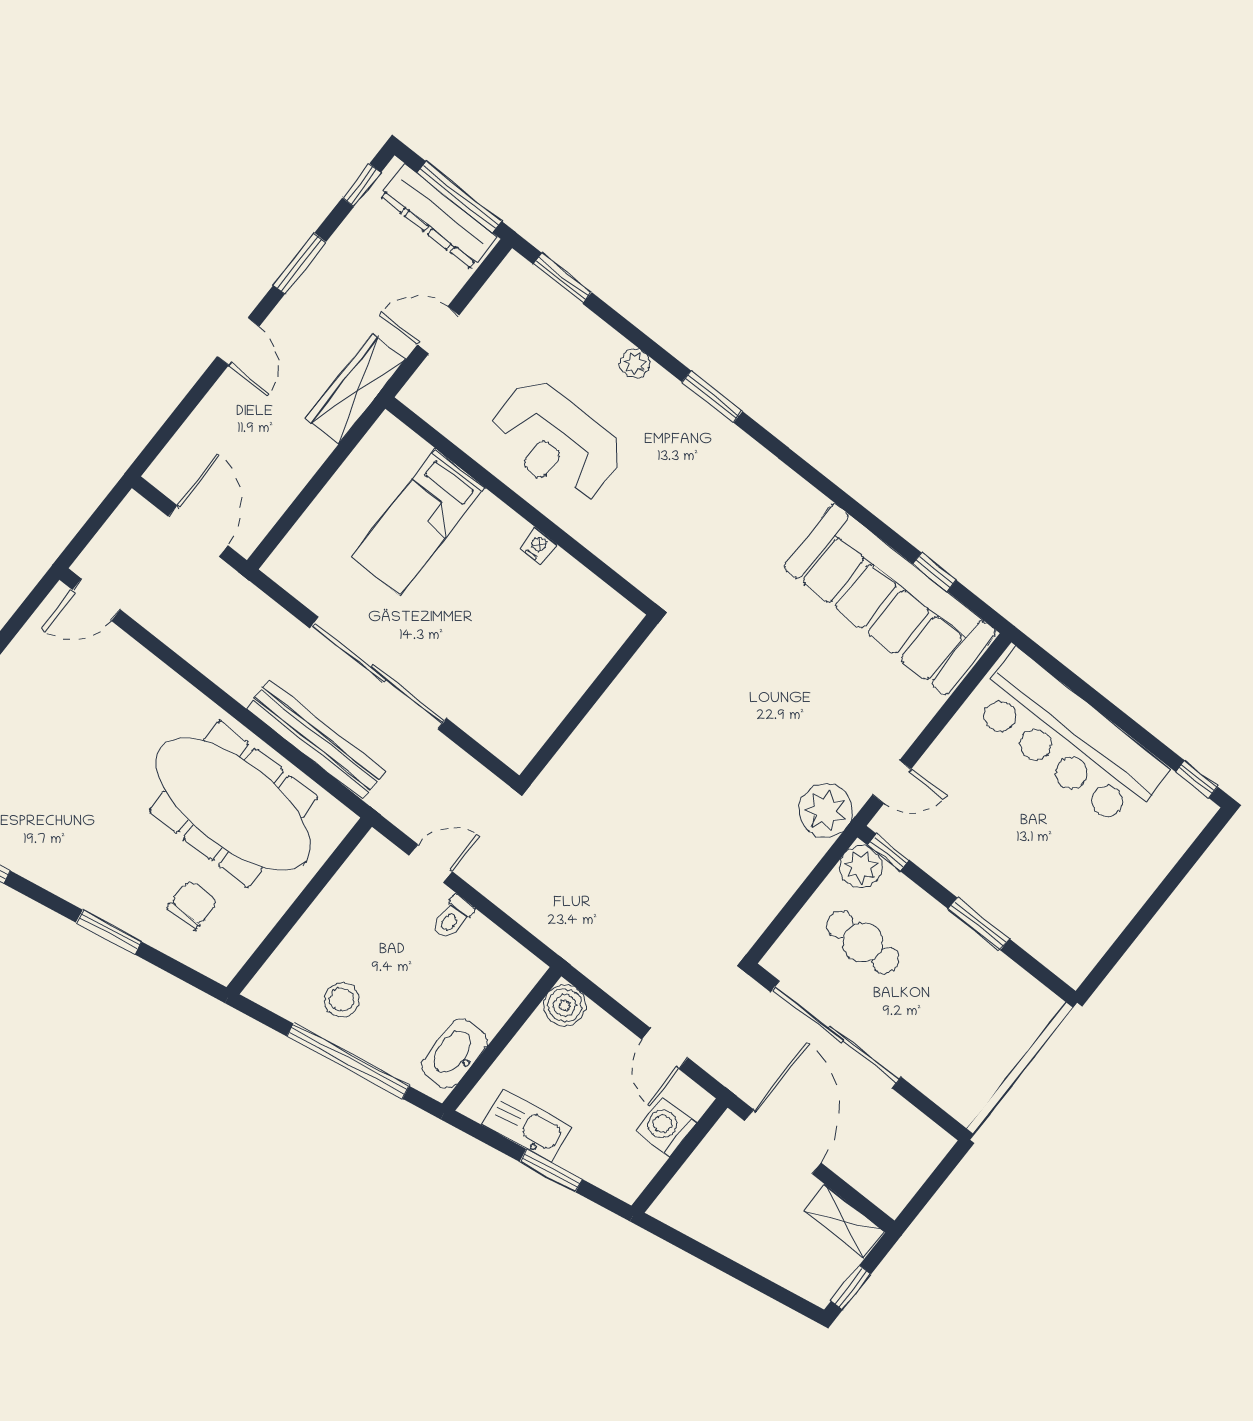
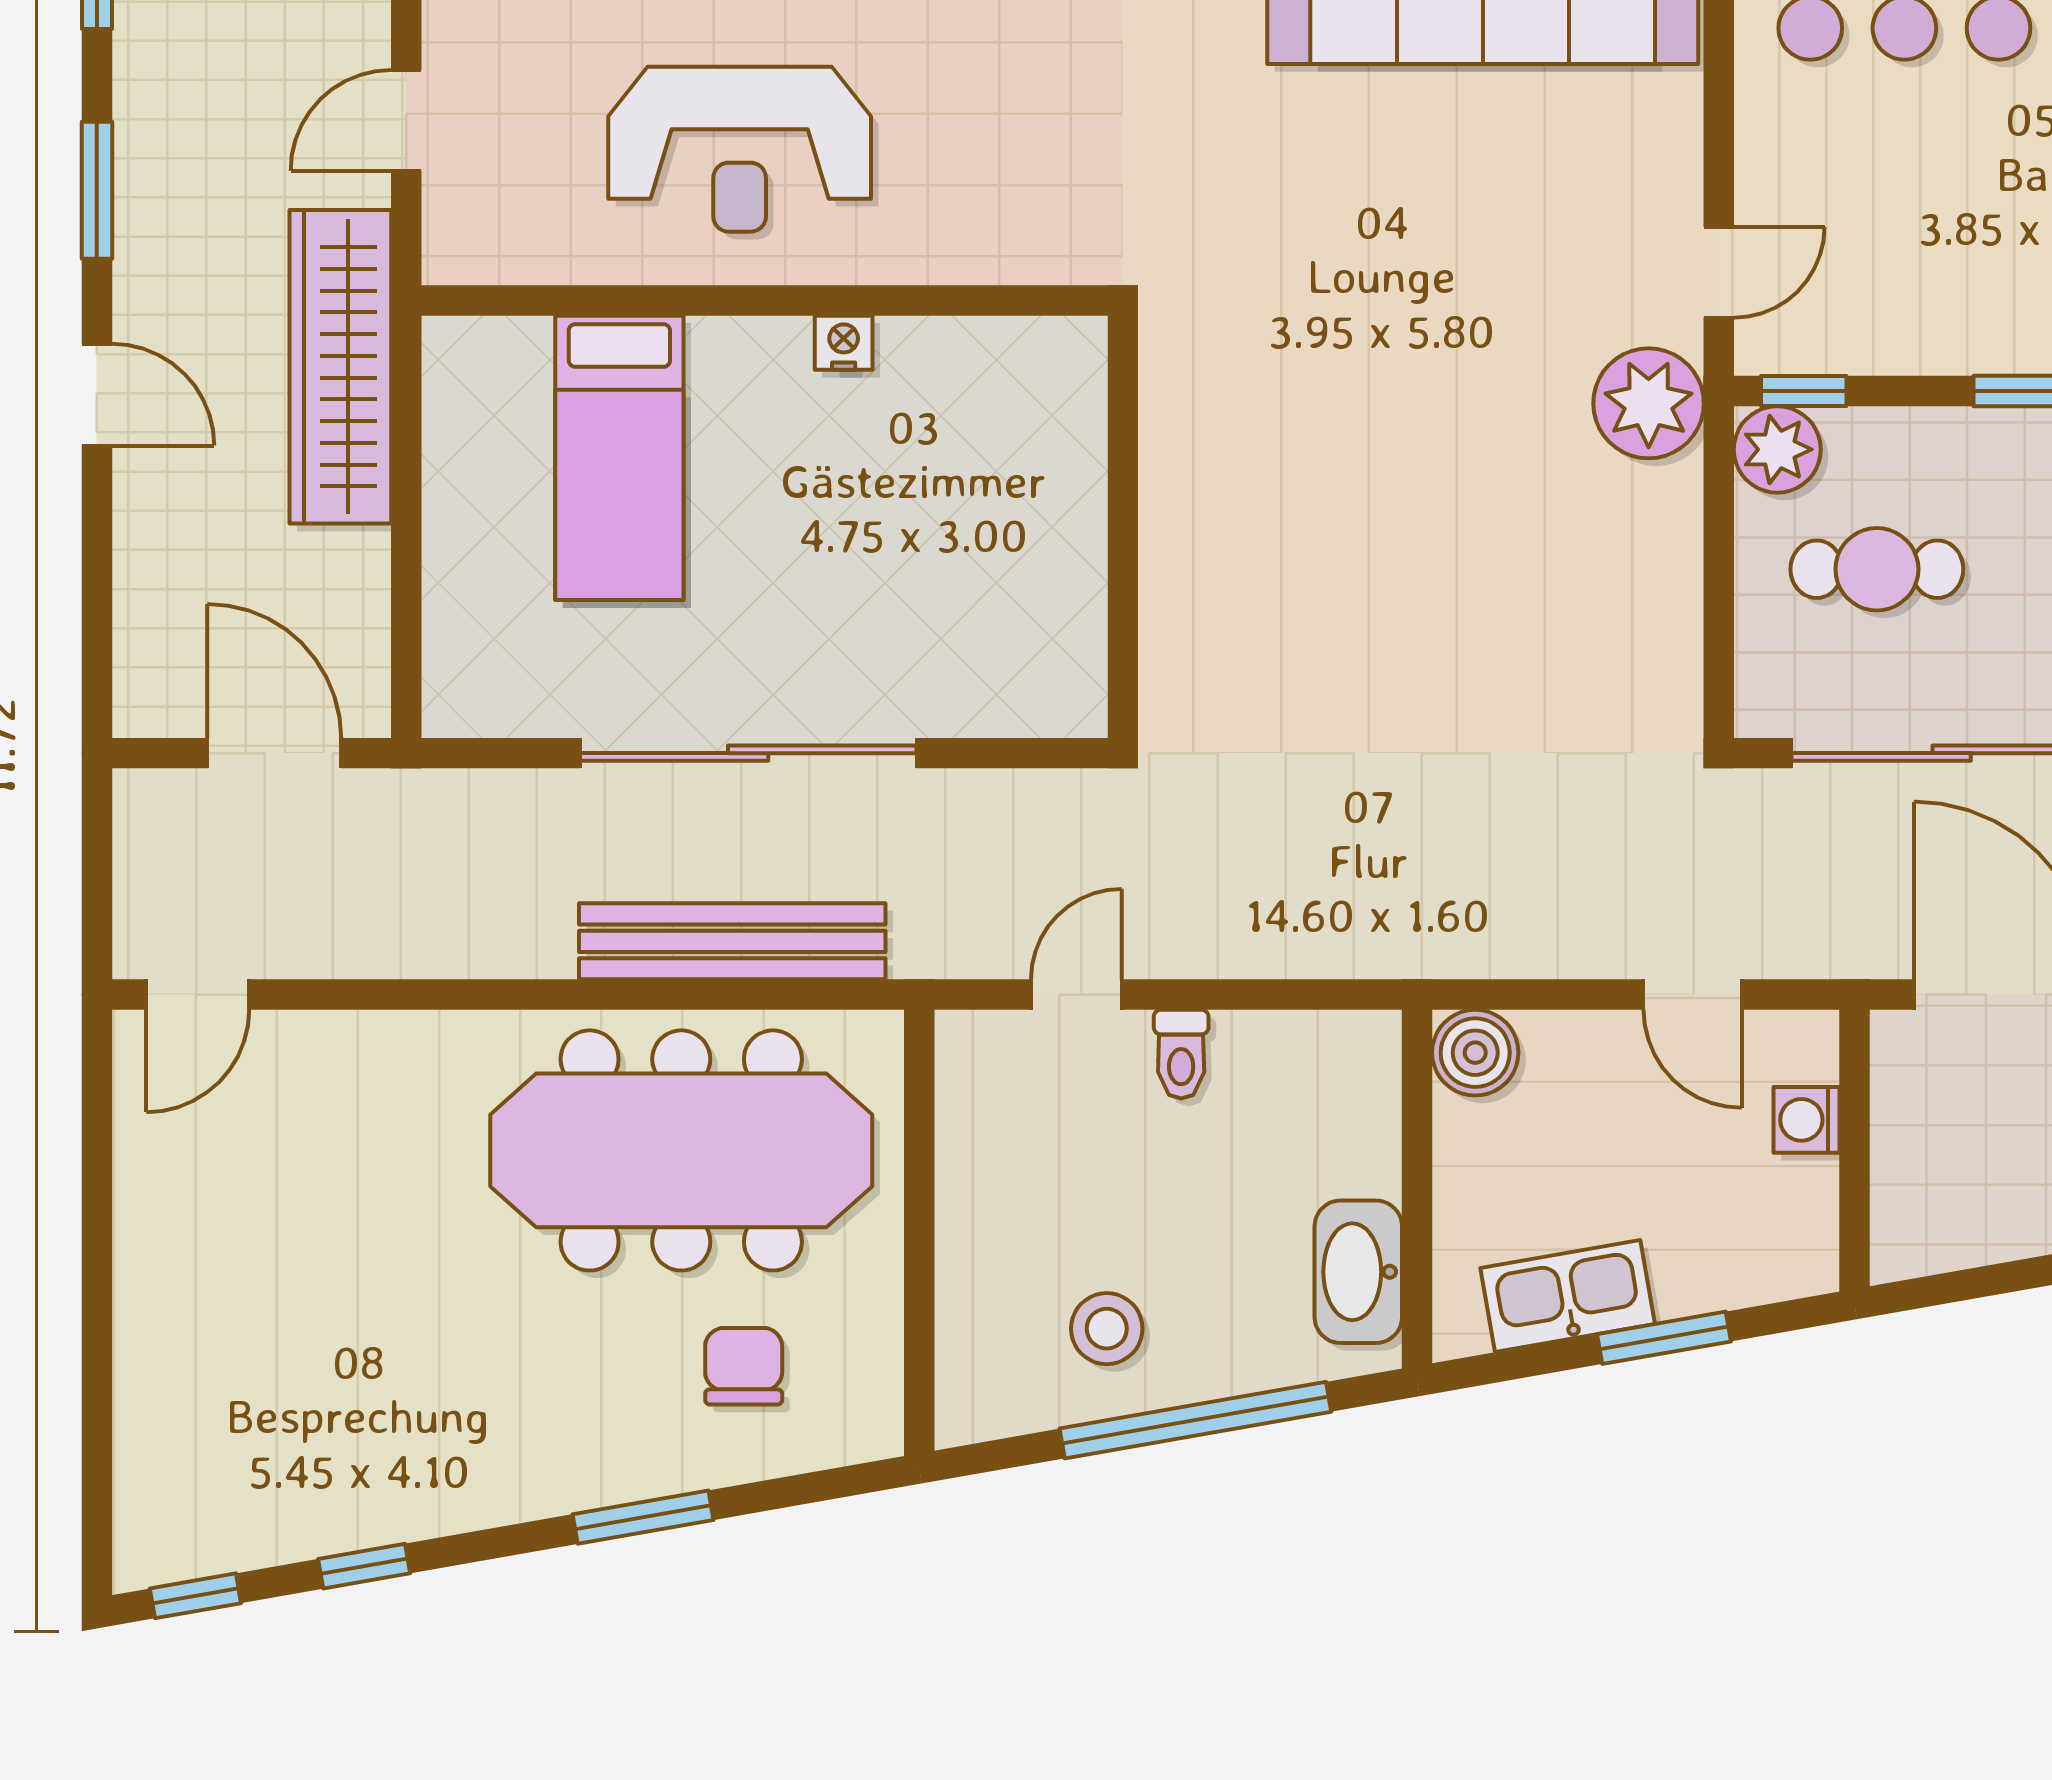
wardrobe: (355, 389) -> (340, 367), width x1.40, depth x1.17
washing machine: (666, 1127) -> (1807, 1120), width x0.73, depth x0.73

